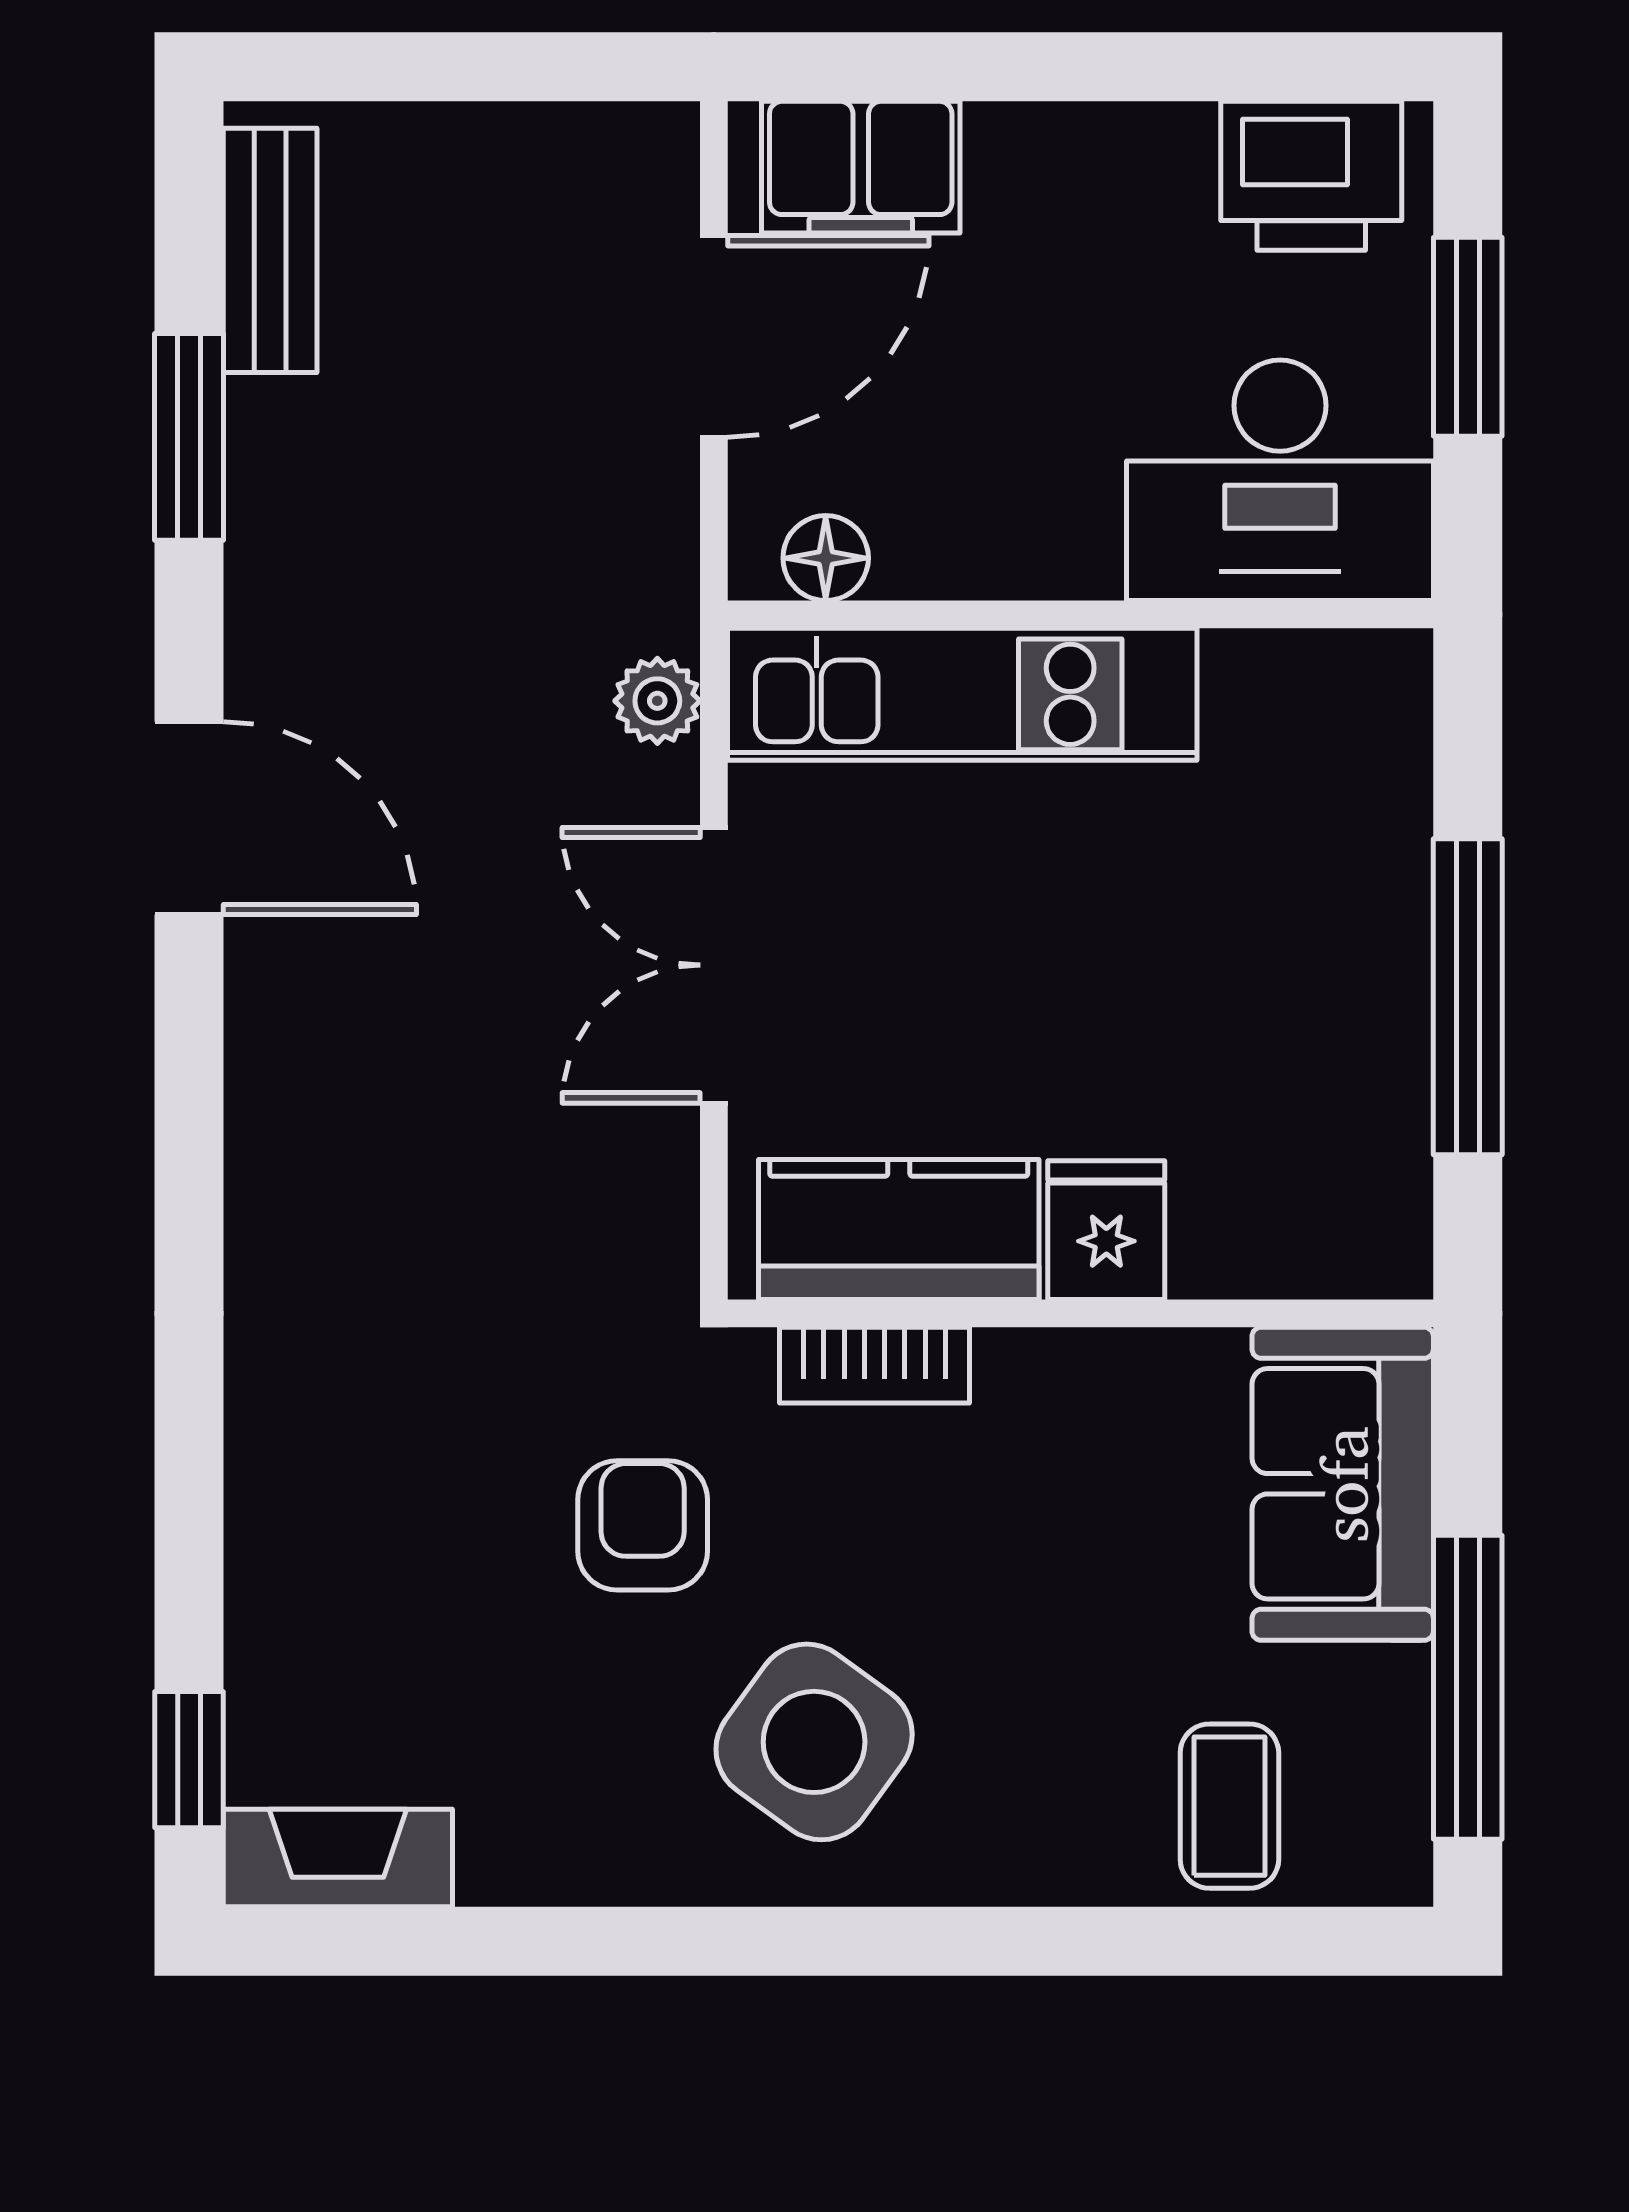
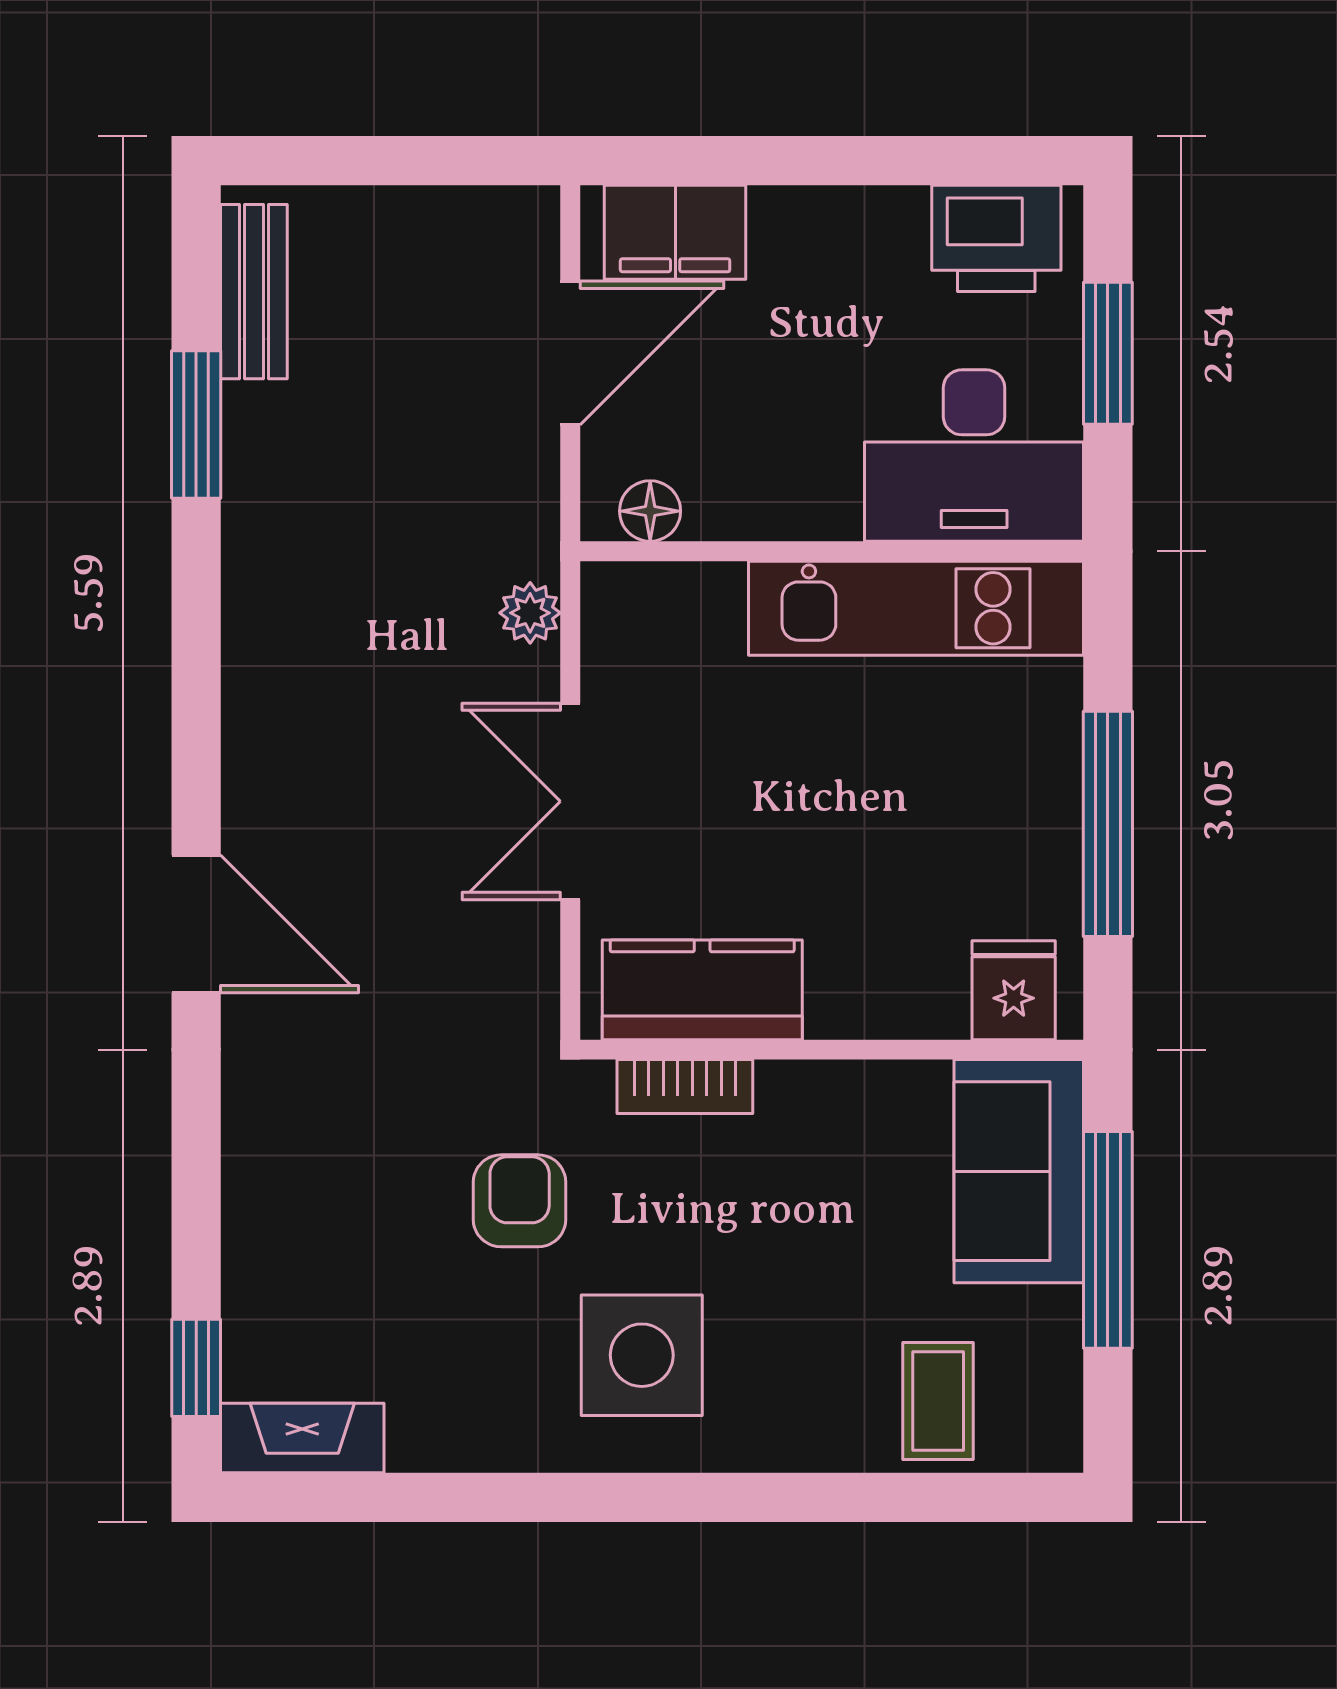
kitchen unit: (962, 694) -> (916, 608), moved
door: (189, 818) -> (196, 924), moved
fridge: (1106, 1230) -> (1014, 990), moved
window: (1468, 1687) -> (1108, 1240), moved
side table: (814, 1742) -> (642, 1355), turned -36

